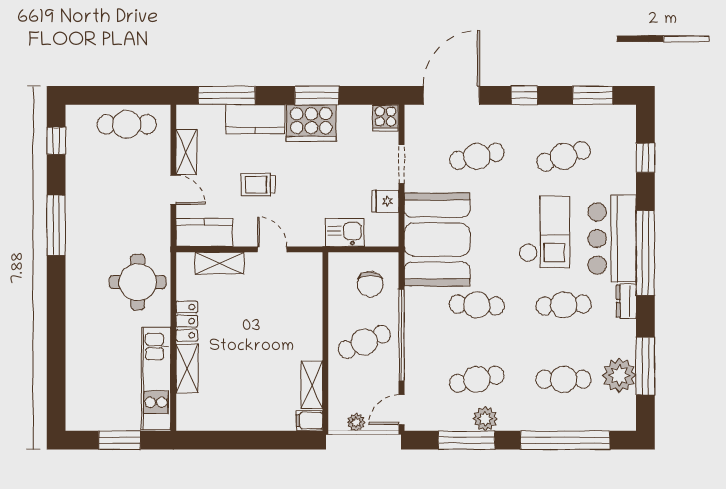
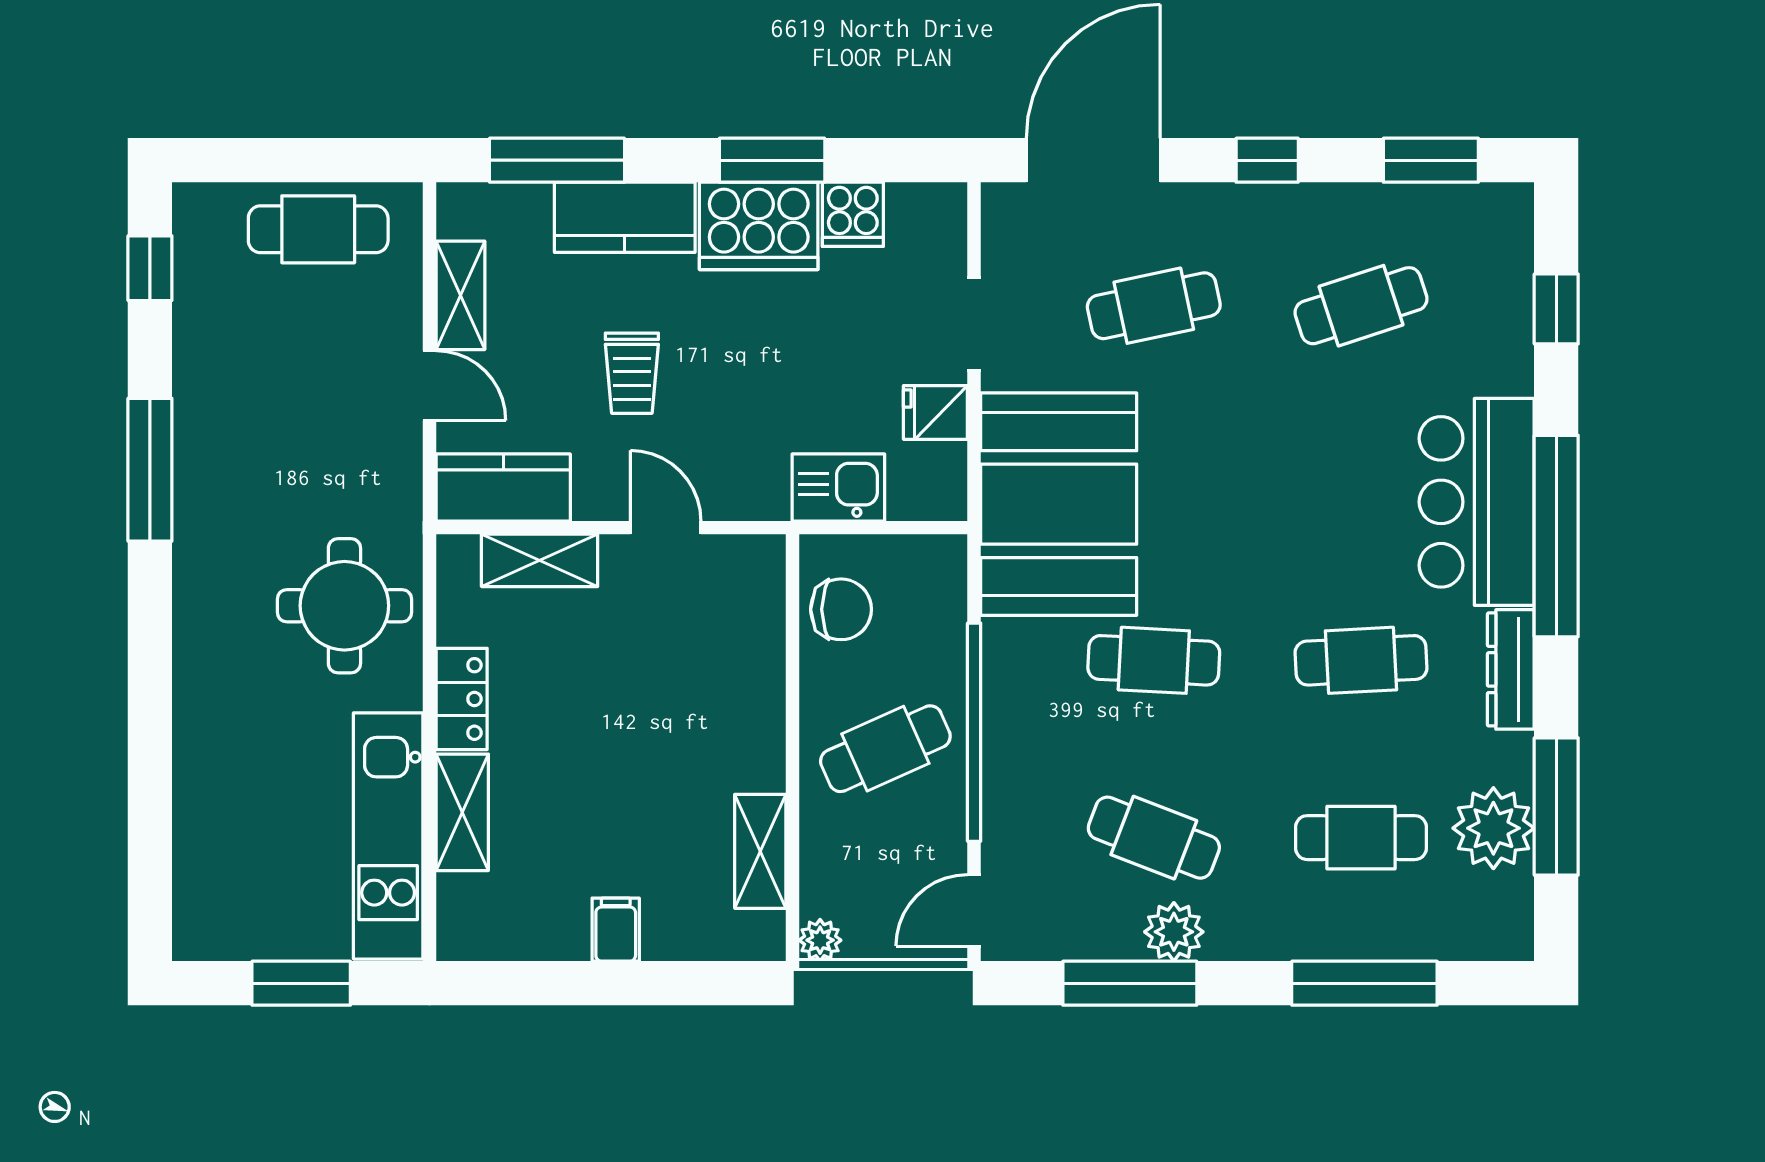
cooker: (385, 118) -> (853, 214), moved
trolley: (258, 185) -> (632, 373), turned -90
checkout: (544, 232) -> (1315, 486), removed
chair: (370, 284) -> (841, 609), moved, turned -90
dresser: (626, 301) -> (1511, 669), width x1.44
cafe table: (477, 379) -> (1154, 838), turned 33
filing cabinet: (309, 421) -> (616, 930), moved, turned 90
plant: (356, 422) -> (820, 940), moved
window: (565, 440) -> (1364, 983), width x0.68

